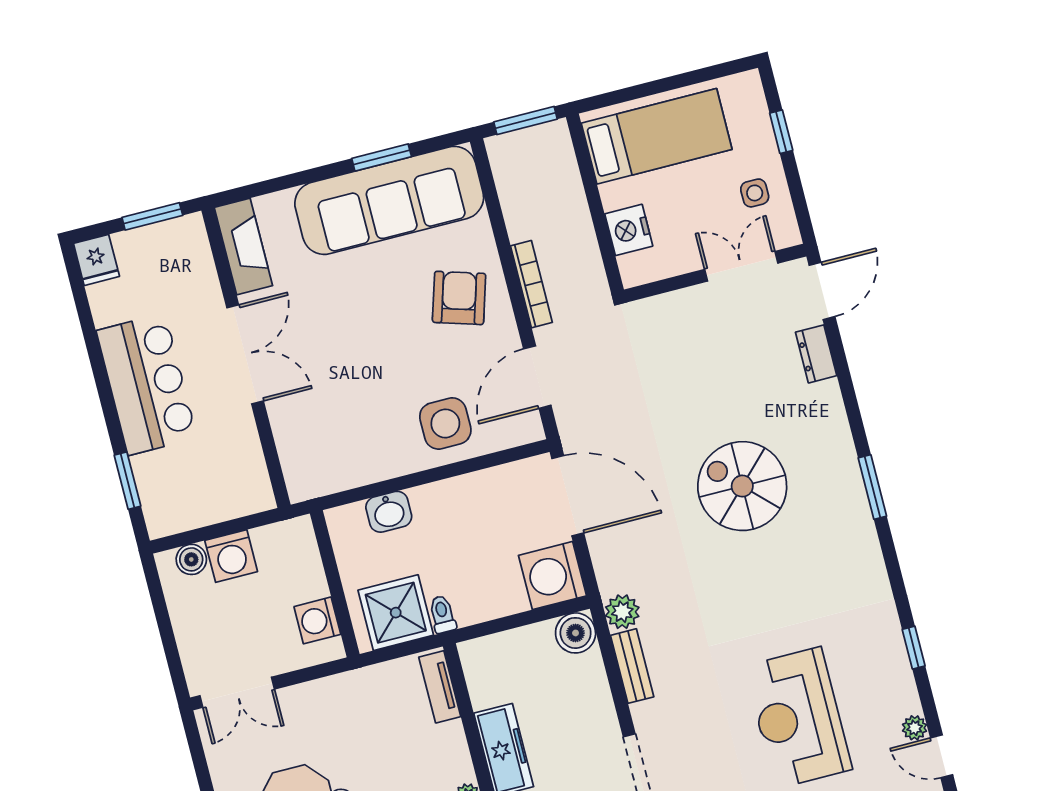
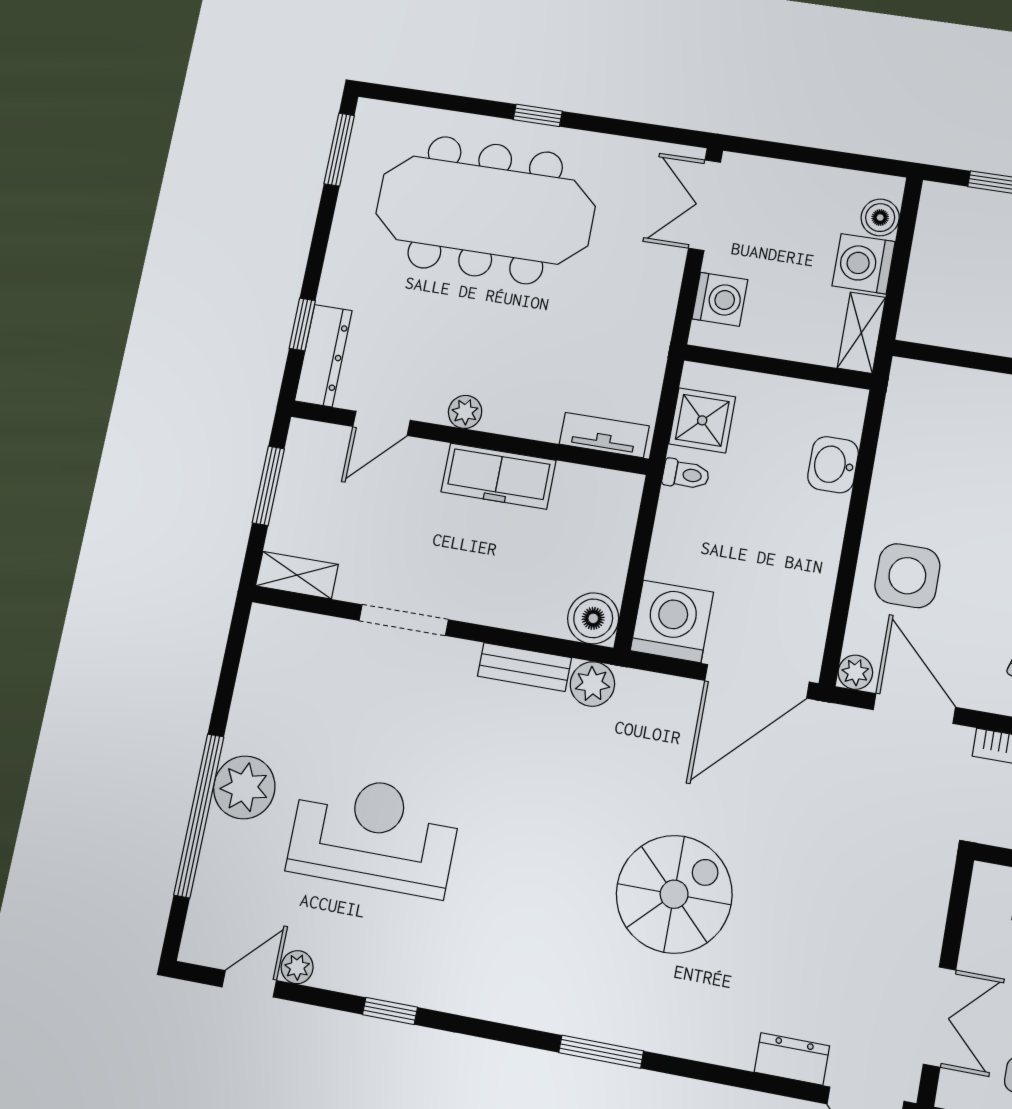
plant: (530, 430) -> (855, 672), added
shelving: (283, 535) -> (861, 333), added
shower: (396, 613) -> (702, 420), width x0.73, depth x0.73
washing machine: (317, 620) -> (720, 299), moved, turned 90

